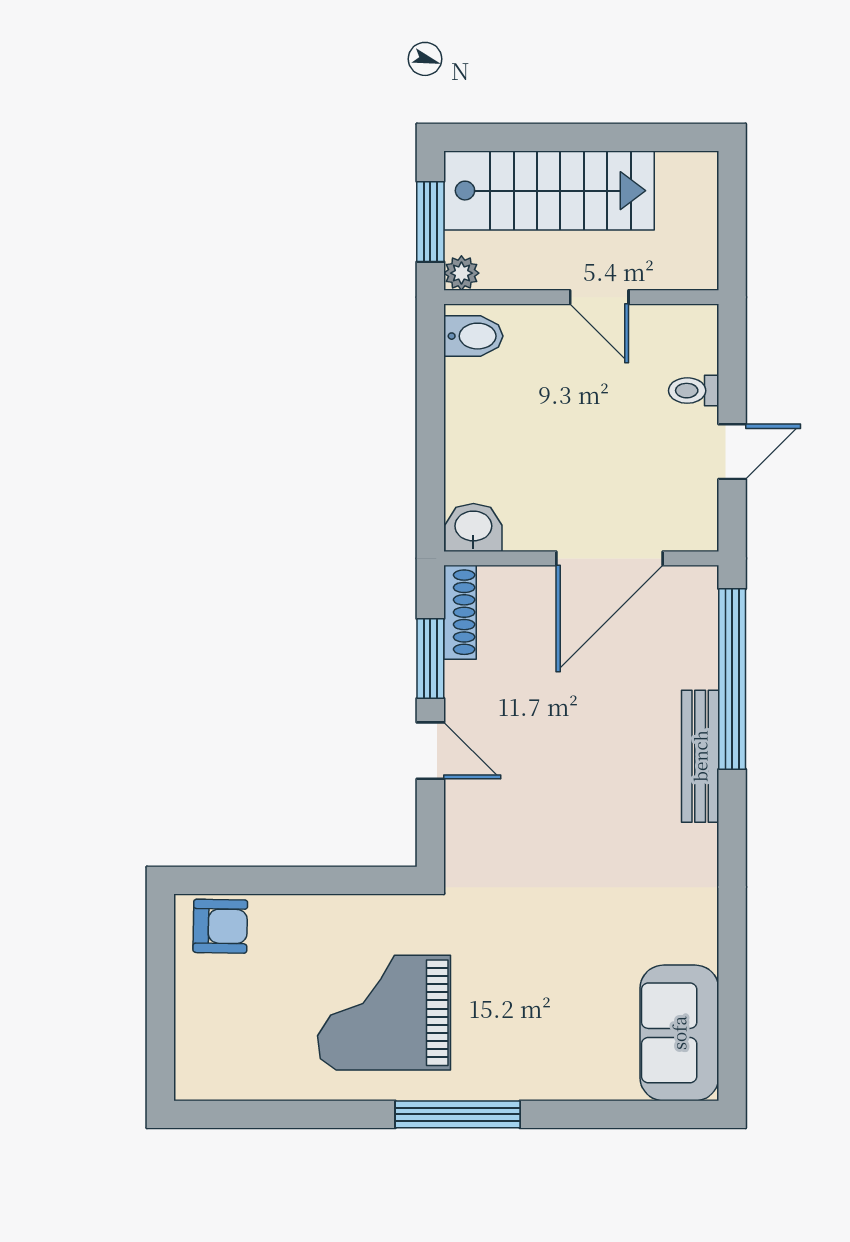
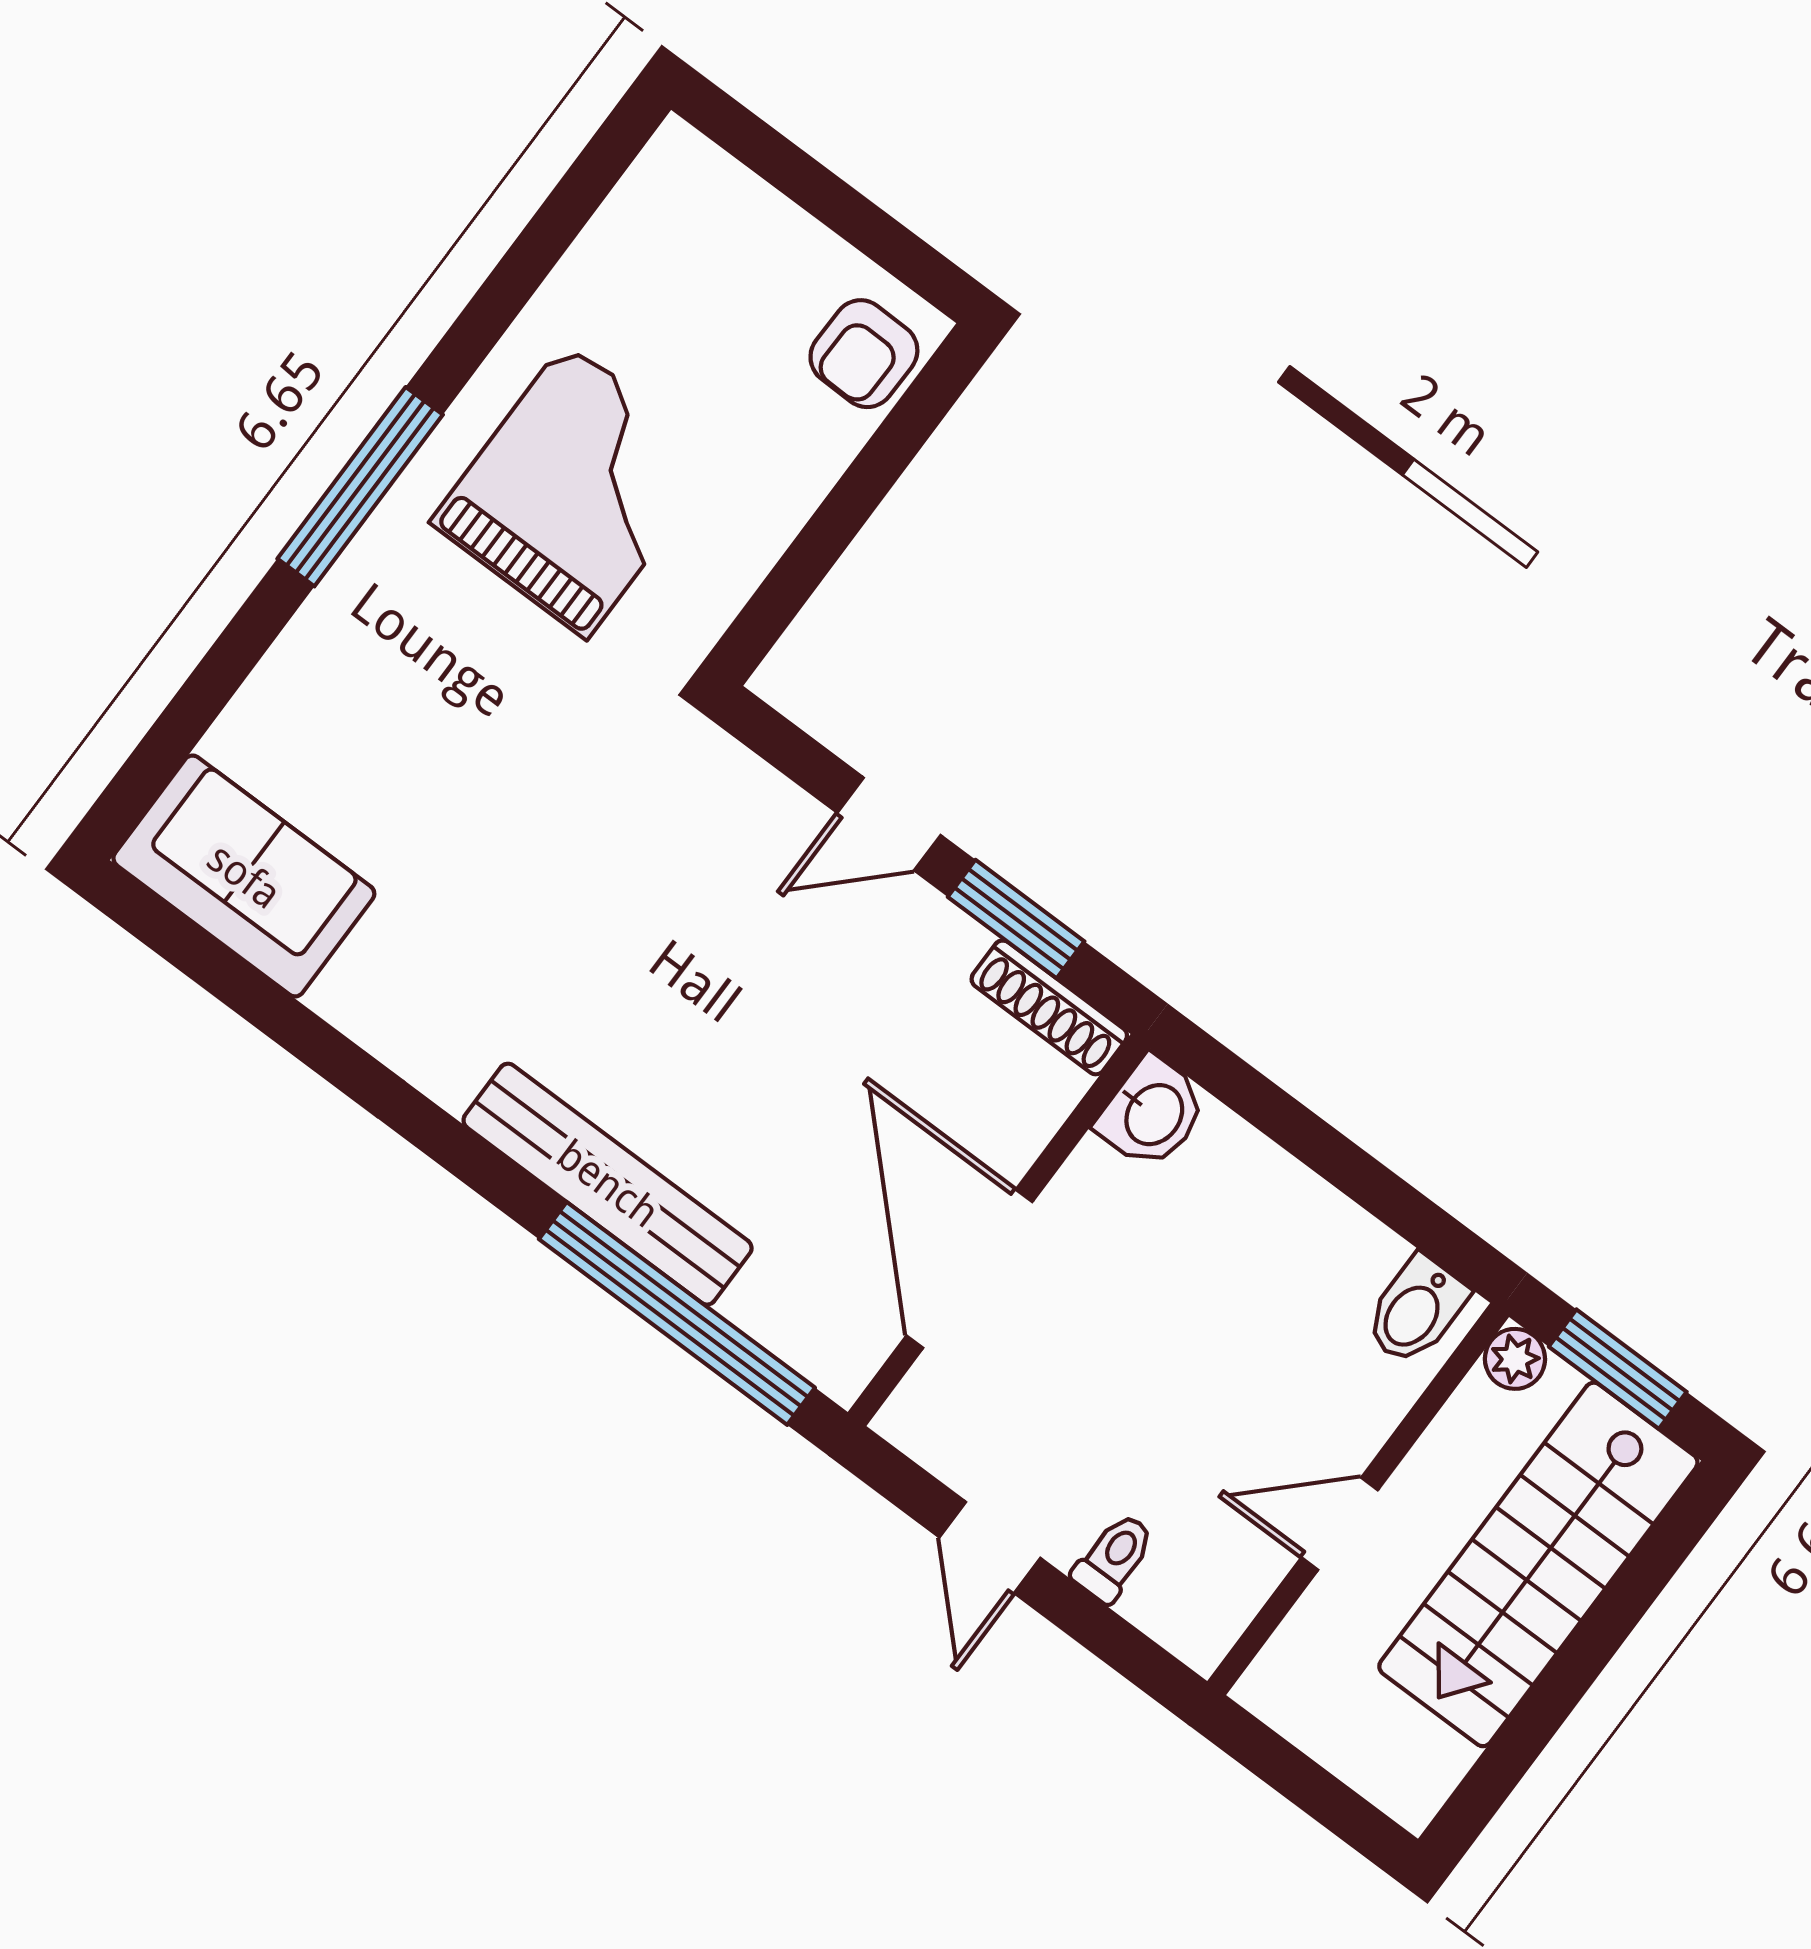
bench: (700, 756) -> (608, 1184), width x1.37, depth x1.21

